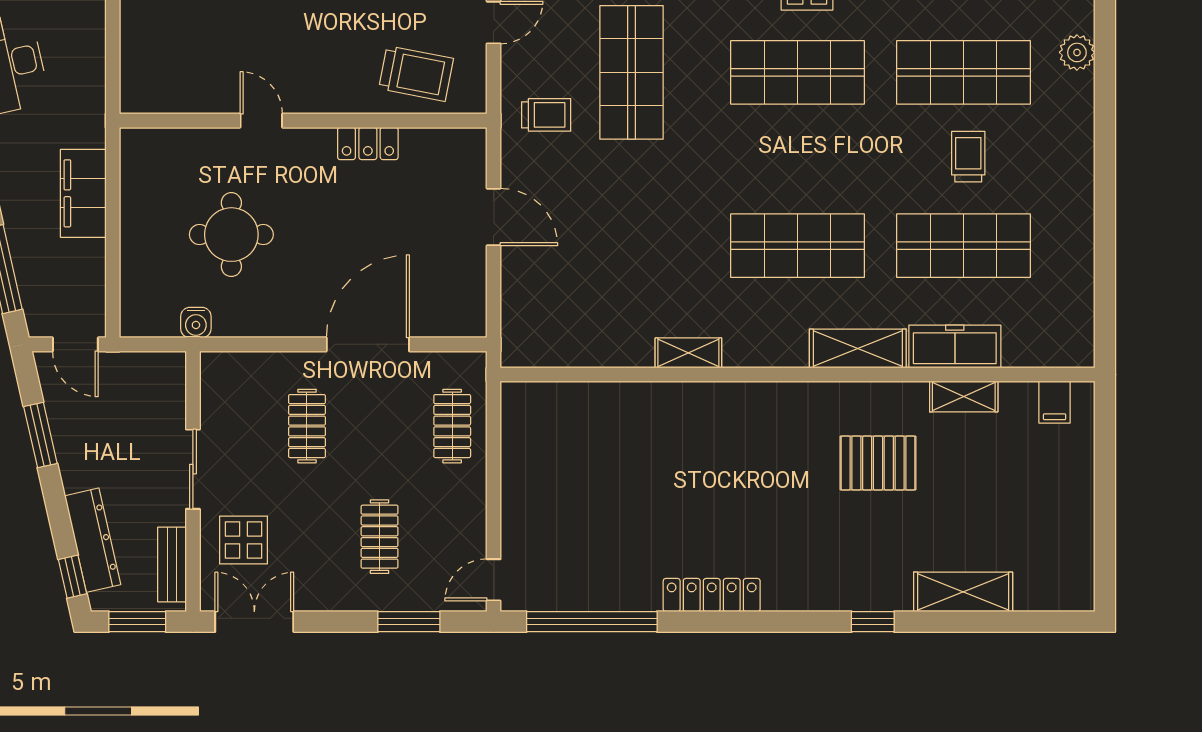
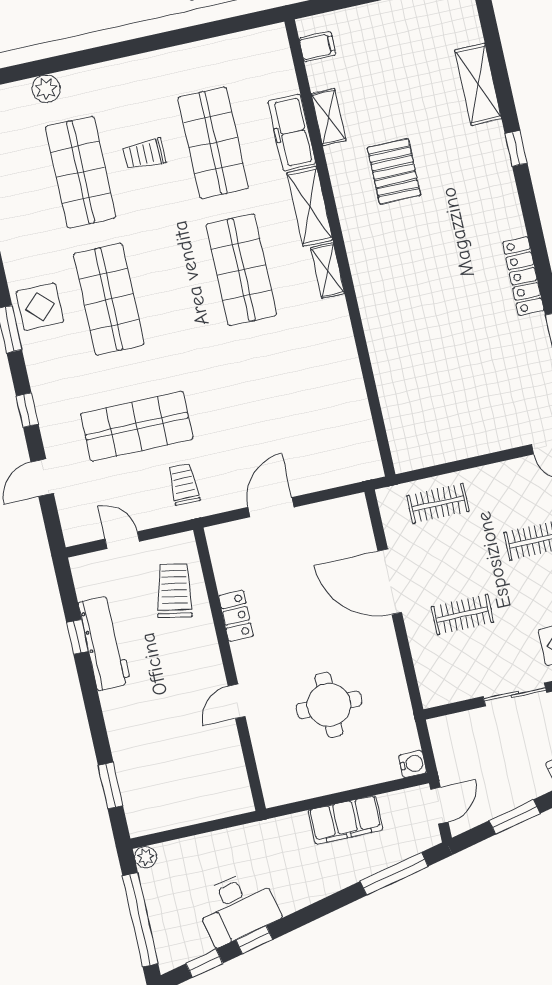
filing cabinet: (83, 193) -> (346, 820), moved
water cooler: (196, 323) -> (413, 764), moved
shelving: (688, 353) -> (328, 271), moved

